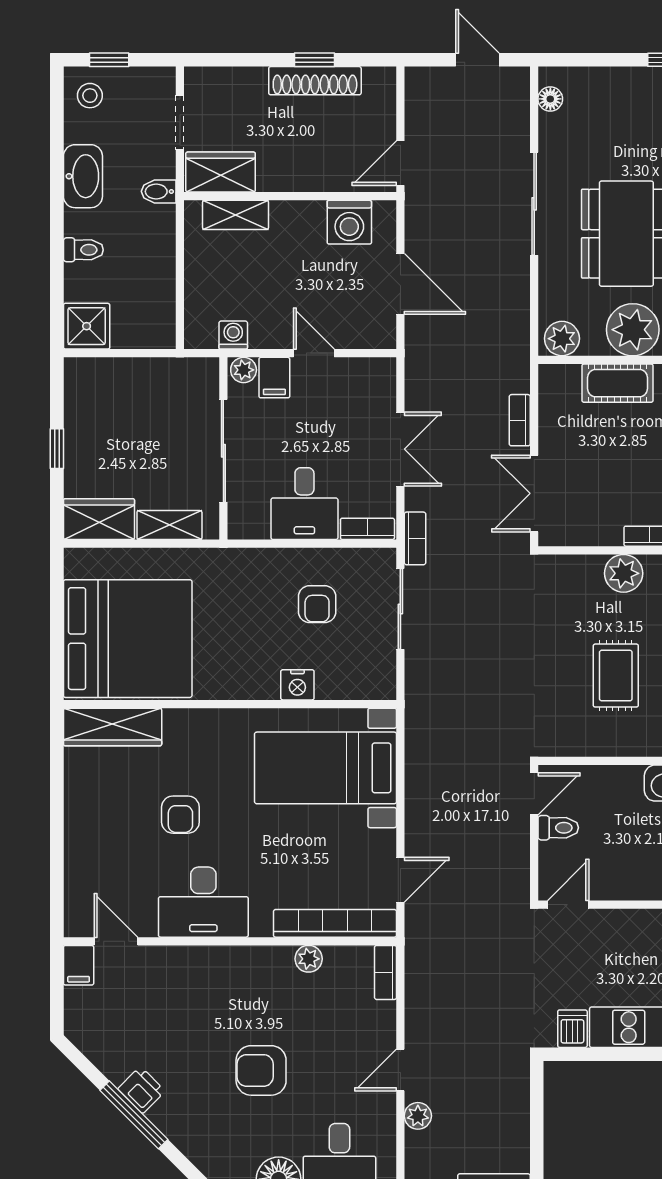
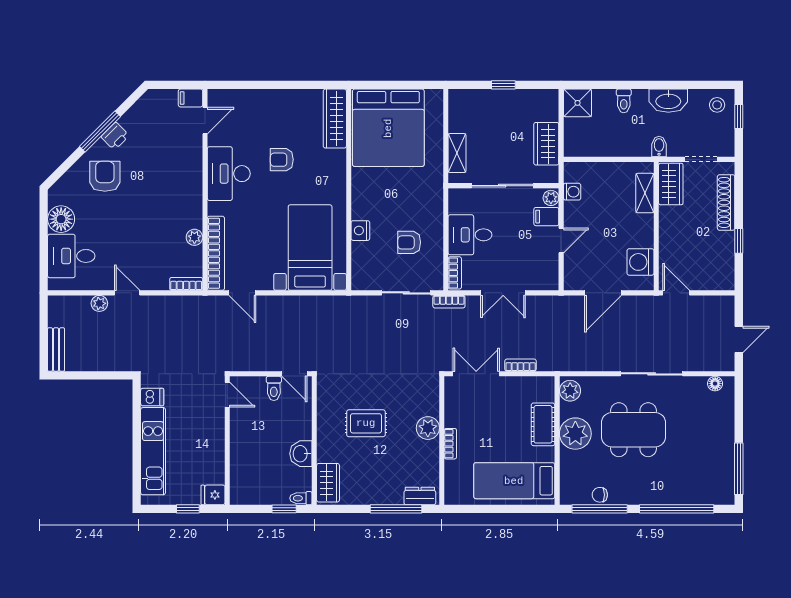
shoe rack: (315, 81) -> (726, 202), moved
wardrobe: (99, 519) -> (546, 144), moved, turned 180
armchair: (261, 1070) -> (105, 176), moved

